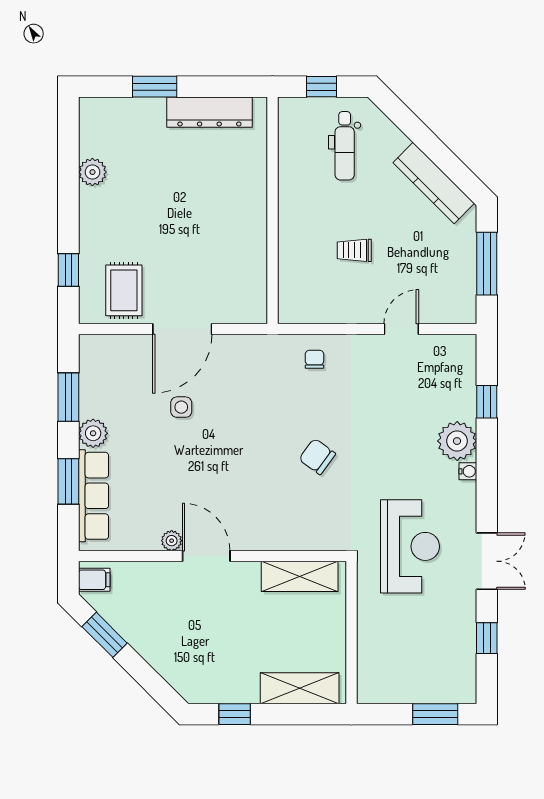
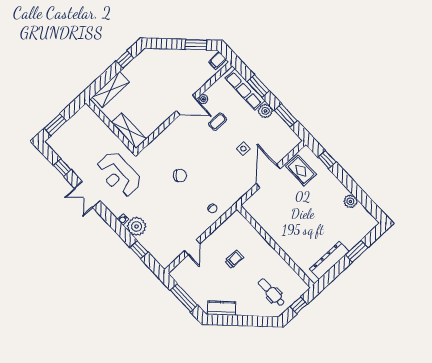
kitchen counter: (434, 183) -> (222, 308), width x0.67
coffee table: (182, 485) -> (218, 122), added
shelving: (300, 576) -> (129, 131), moved, turned 90

